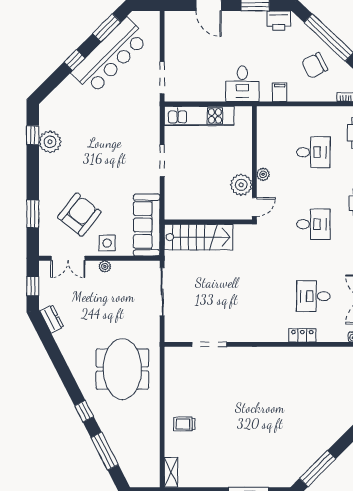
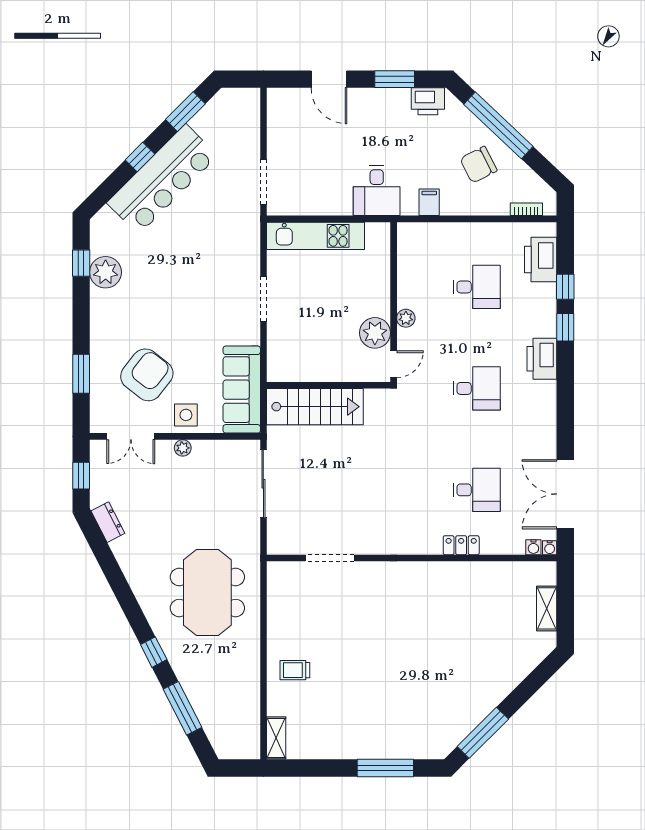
bar counter: (110, 56) -> (162, 179), moved
desk: (313, 296) -> (477, 490), turned 180

